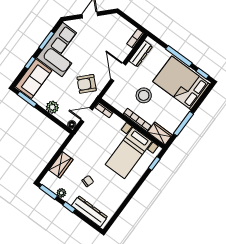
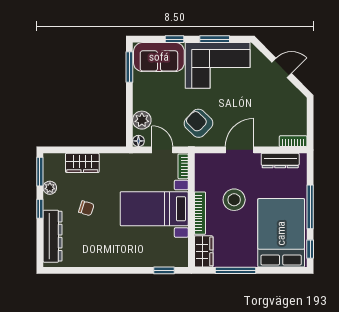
plant: (52, 107) -> (142, 120), moved
bed with nightstands: (129, 153) -> (154, 209), moved

